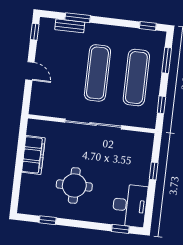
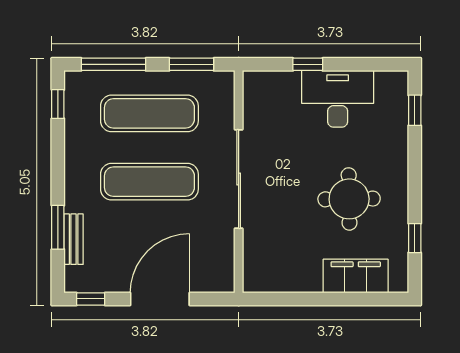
window: (167, 60) -> (114, 64), width x1.44
door: (30, 71) -> (160, 299), width x1.88
window: (161, 105) -> (192, 64), width x1.50
filing cabinet: (33, 155) -> (356, 276), moved
desk: (130, 206) -> (338, 99), moved

